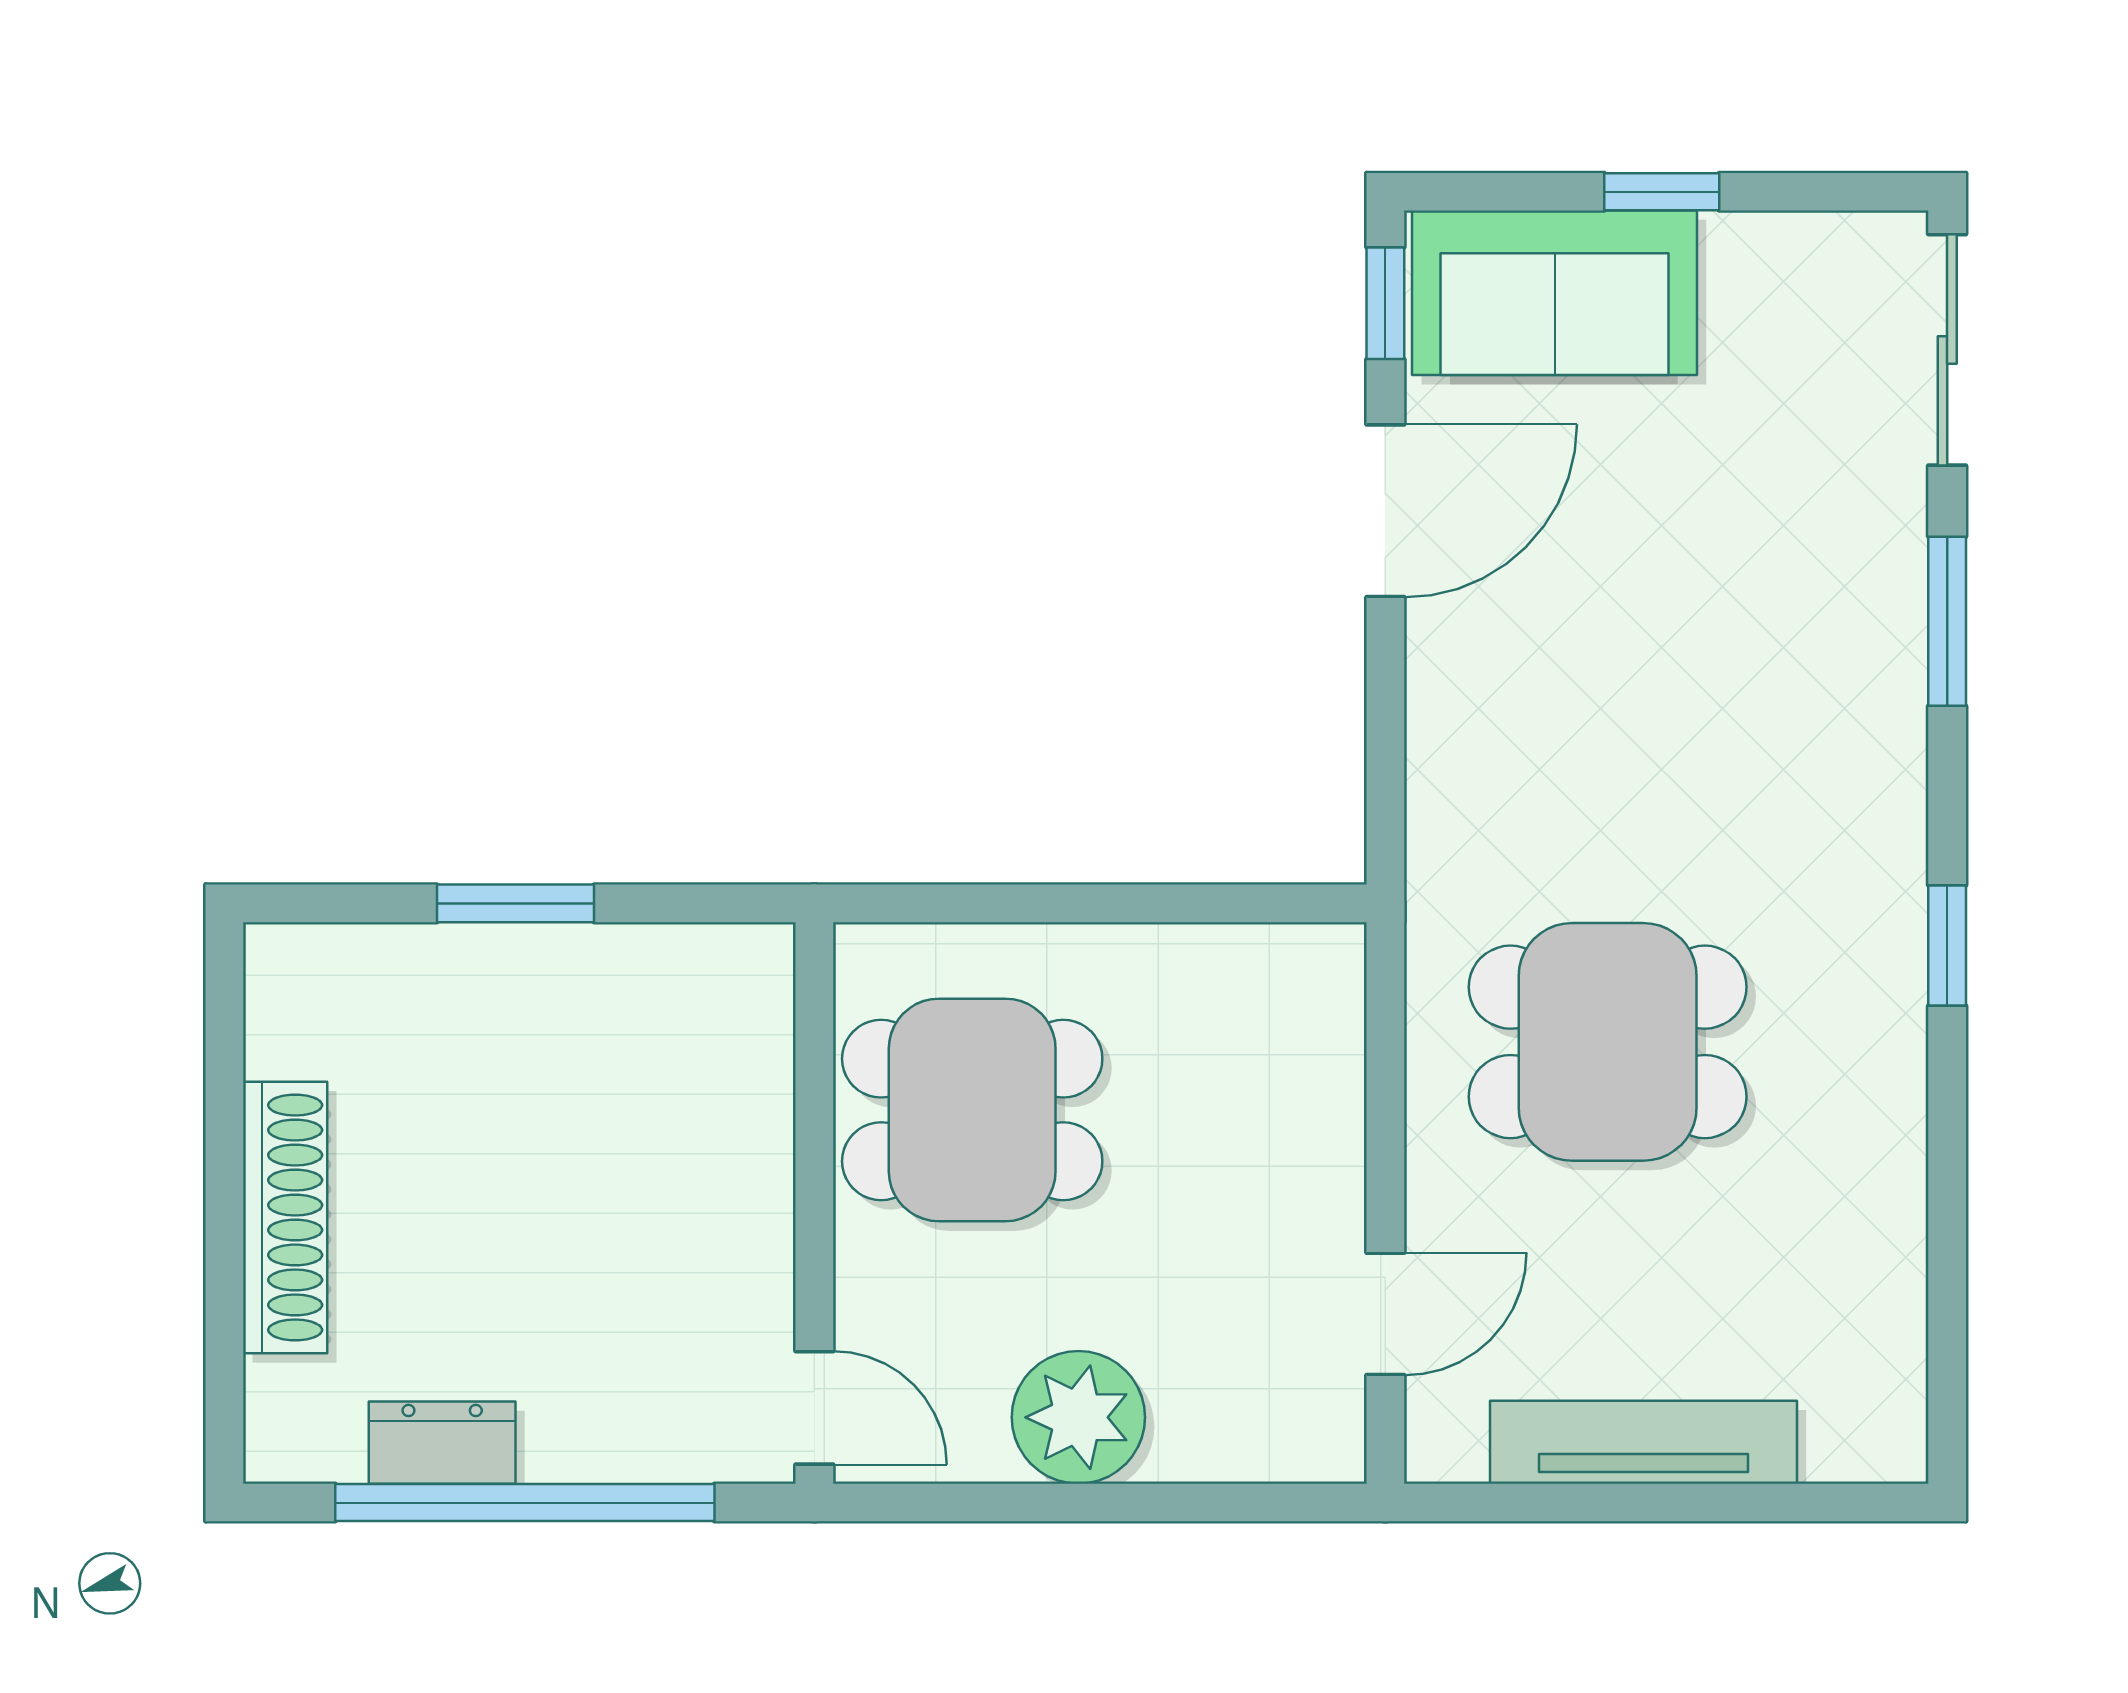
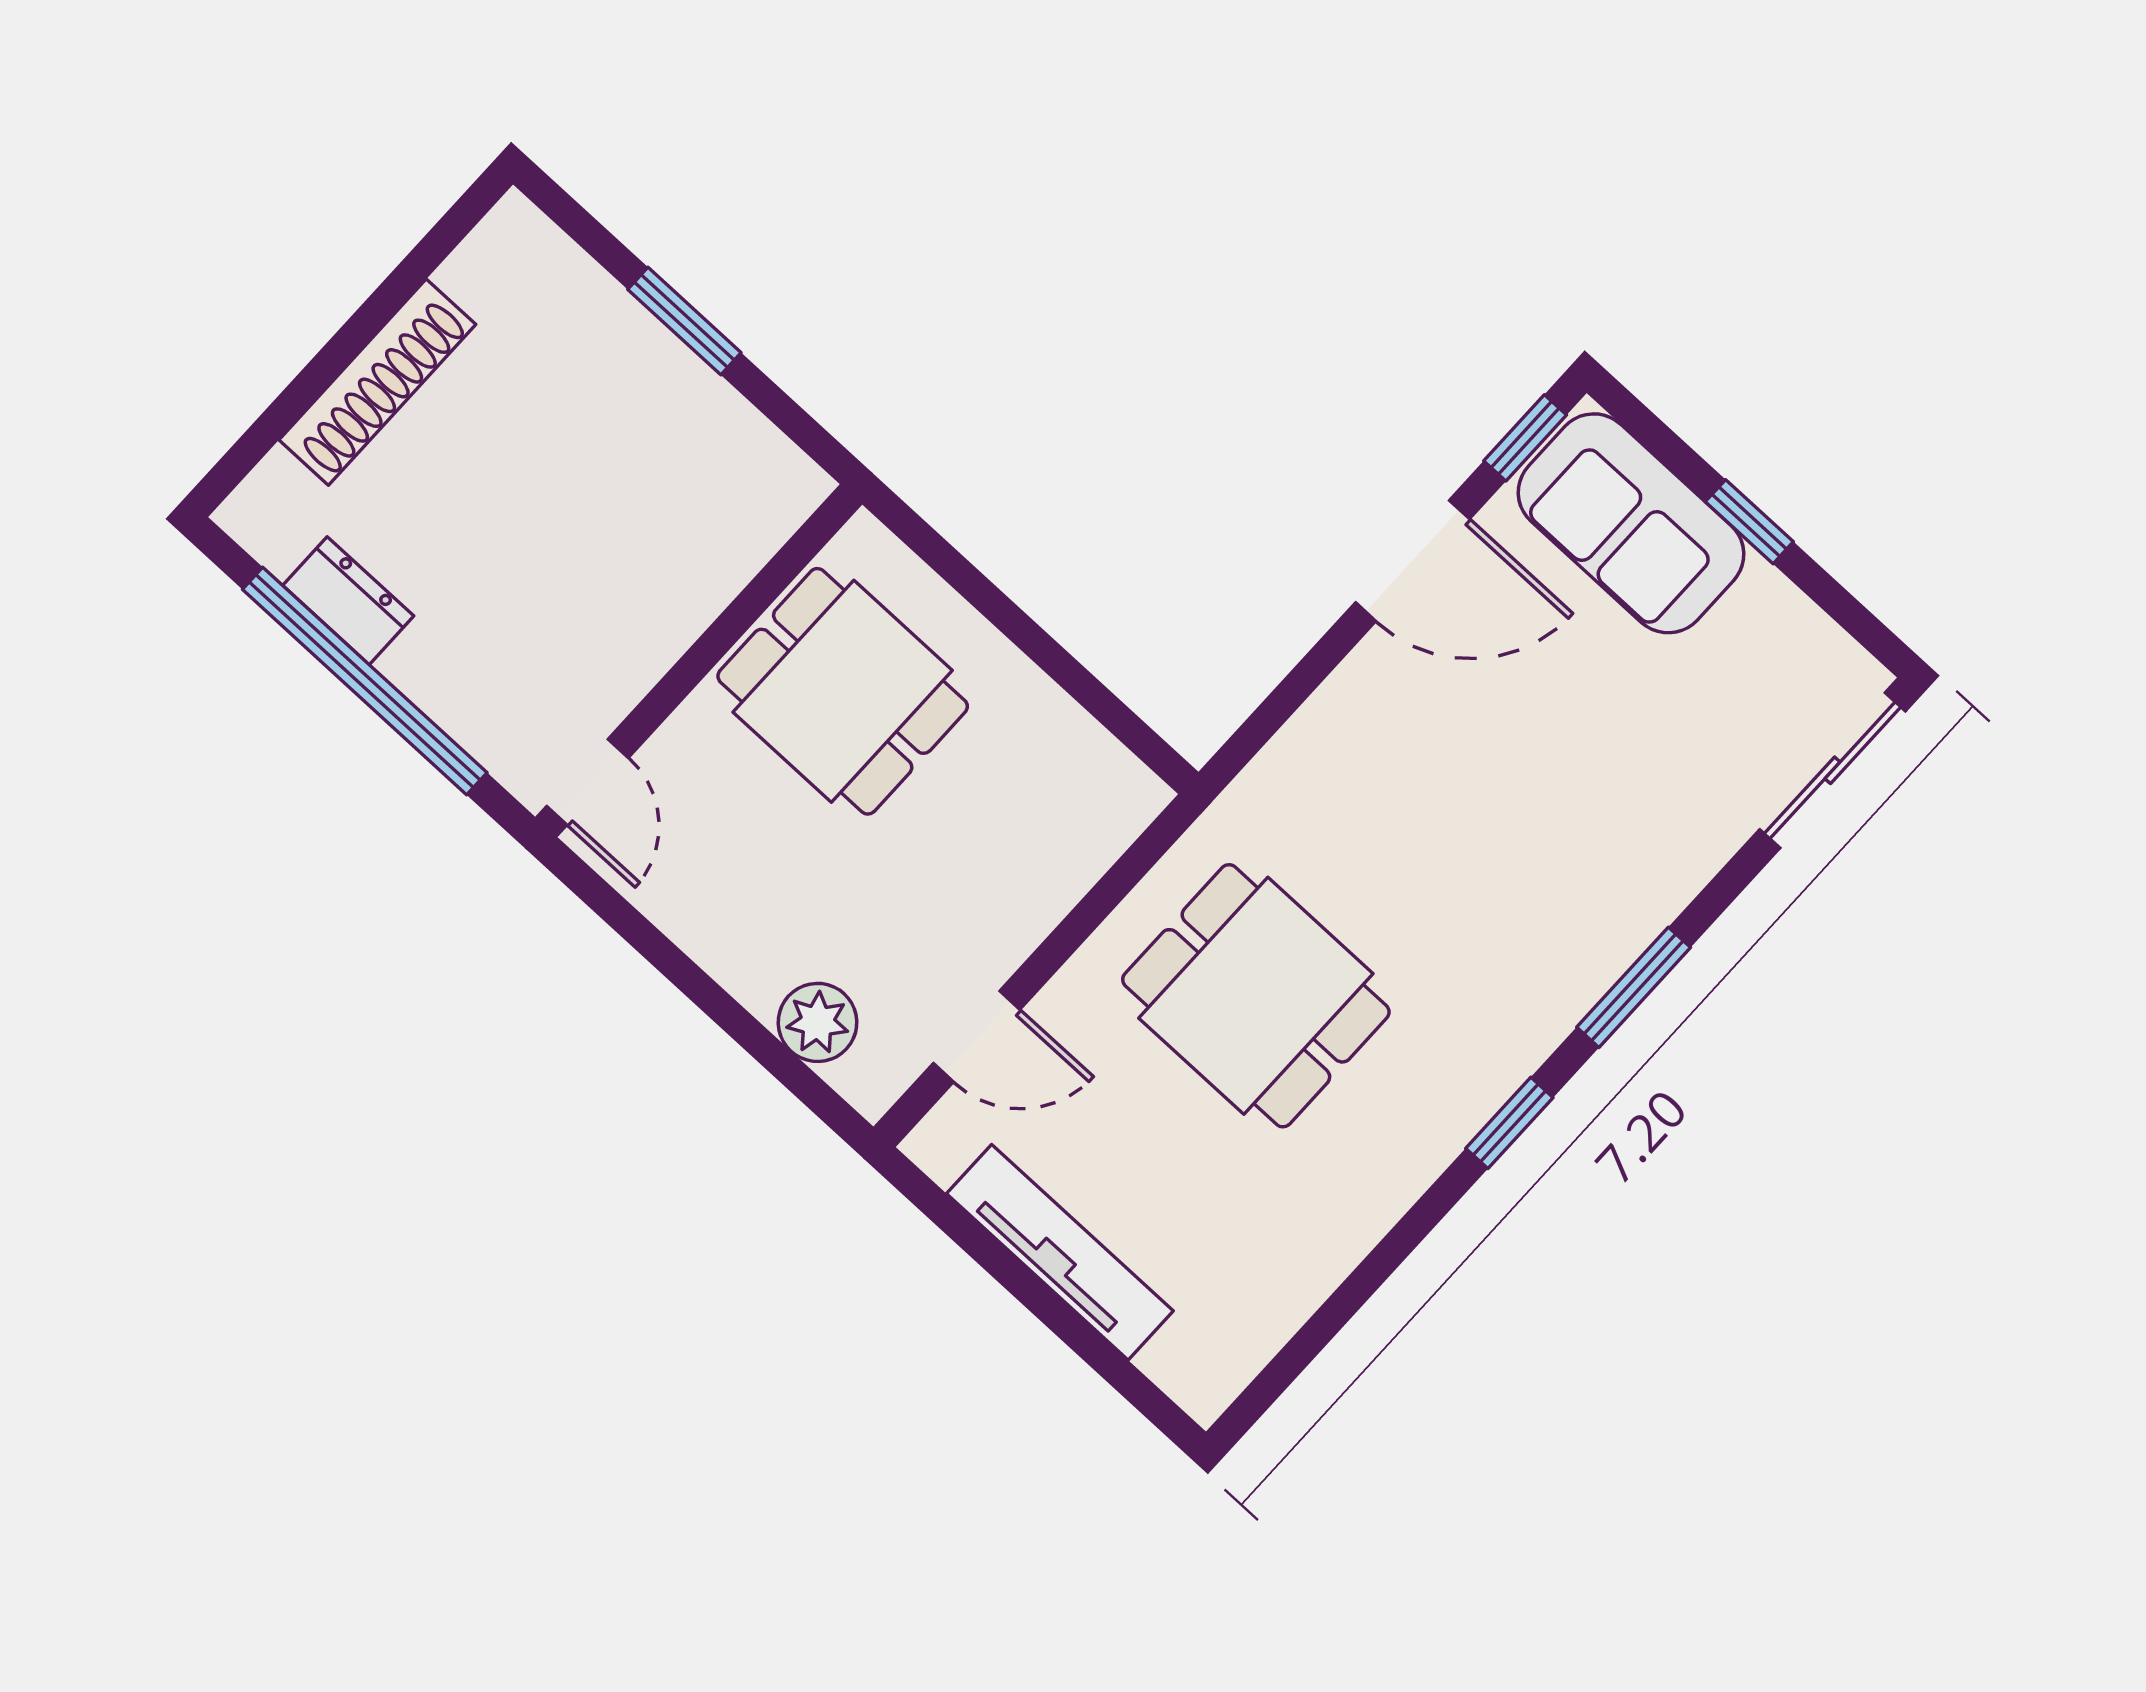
window: (1947, 621) -> (1634, 987), moved
plant: (1078, 1417) -> (818, 1022), moved, width x0.73, depth x0.73

